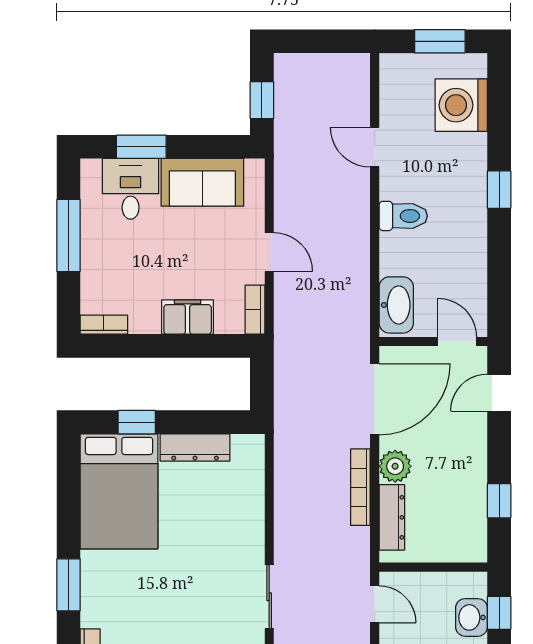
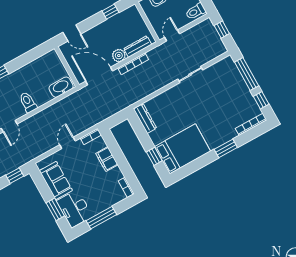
desk: (131, 189) -> (74, 209), width x1.37
door: (457, 342) -> (62, 58), removed
dresser: (195, 447) -> (145, 118), moved

